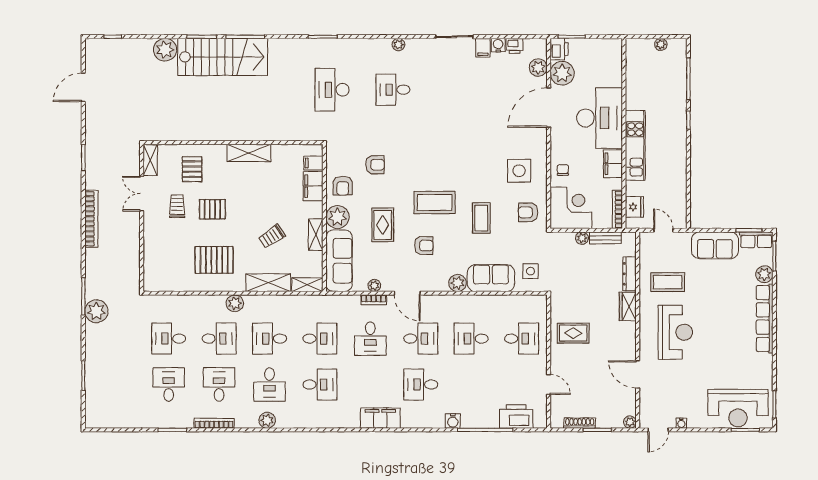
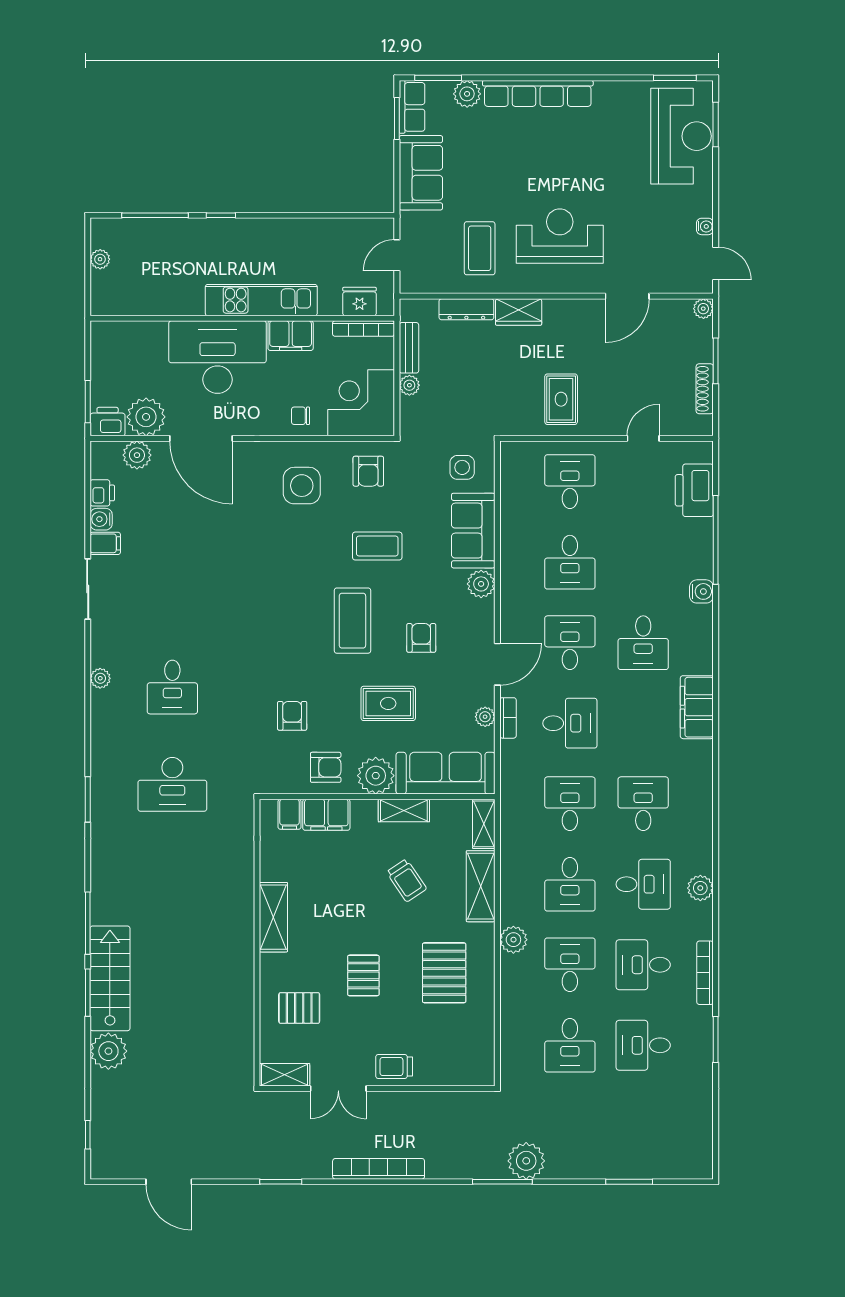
stairs: (223, 57) -> (110, 978), width x0.73, depth x0.66
trolley: (177, 206) -> (394, 1066), moved

